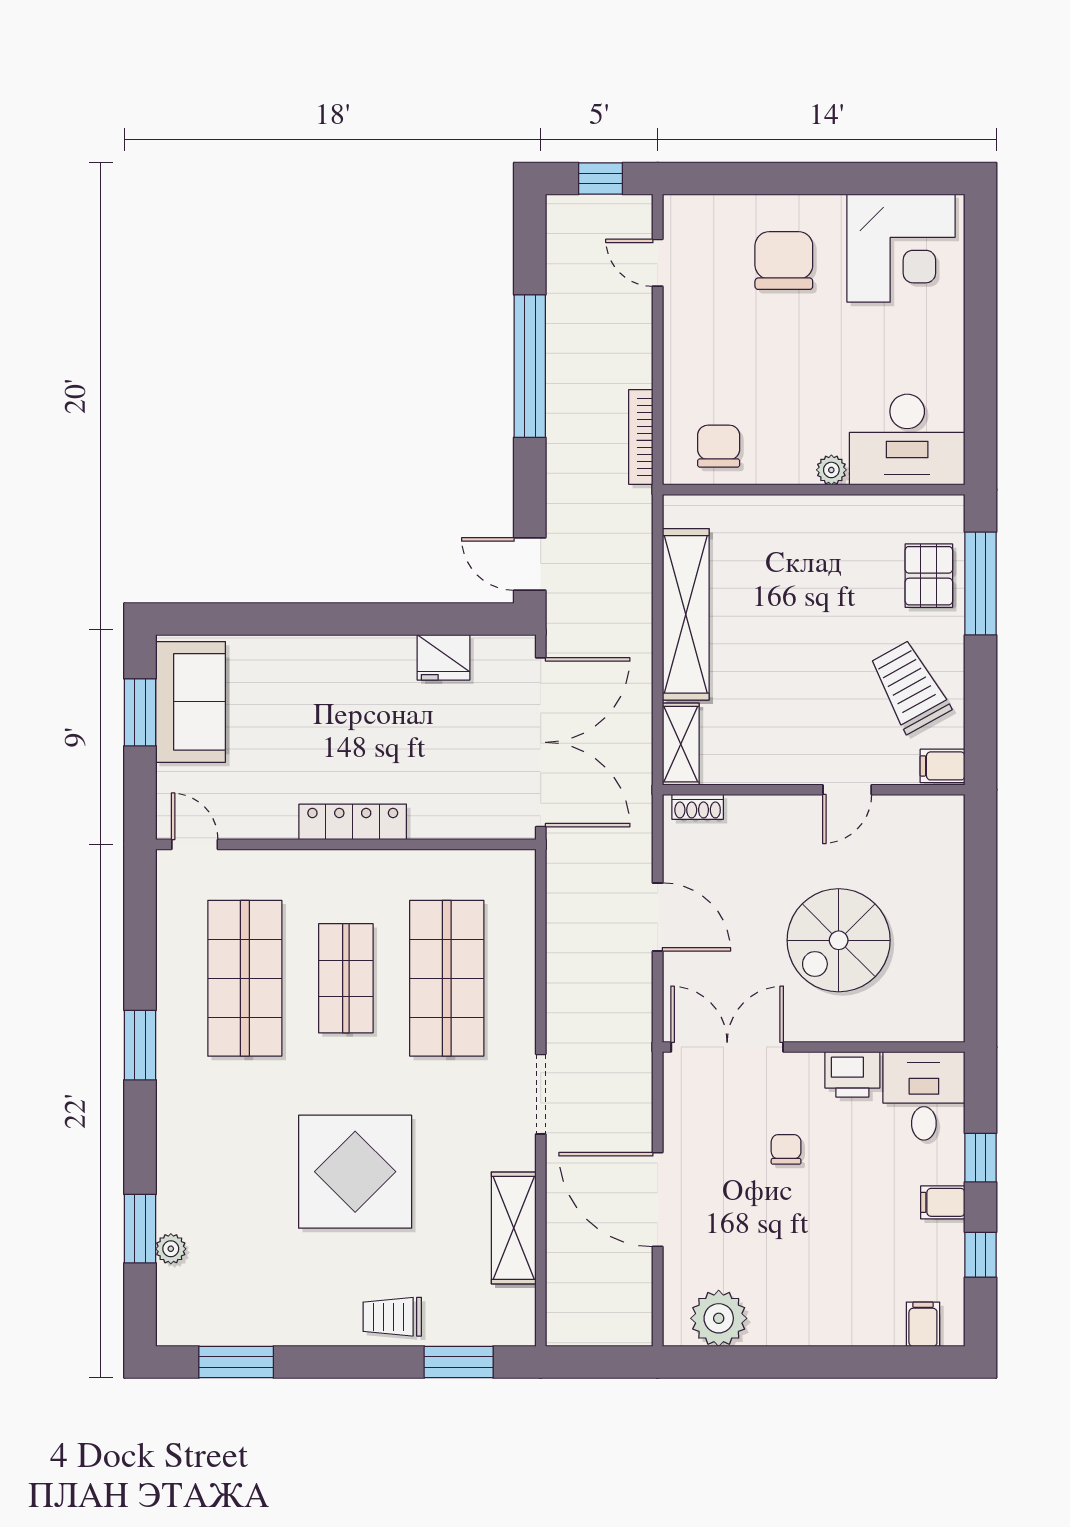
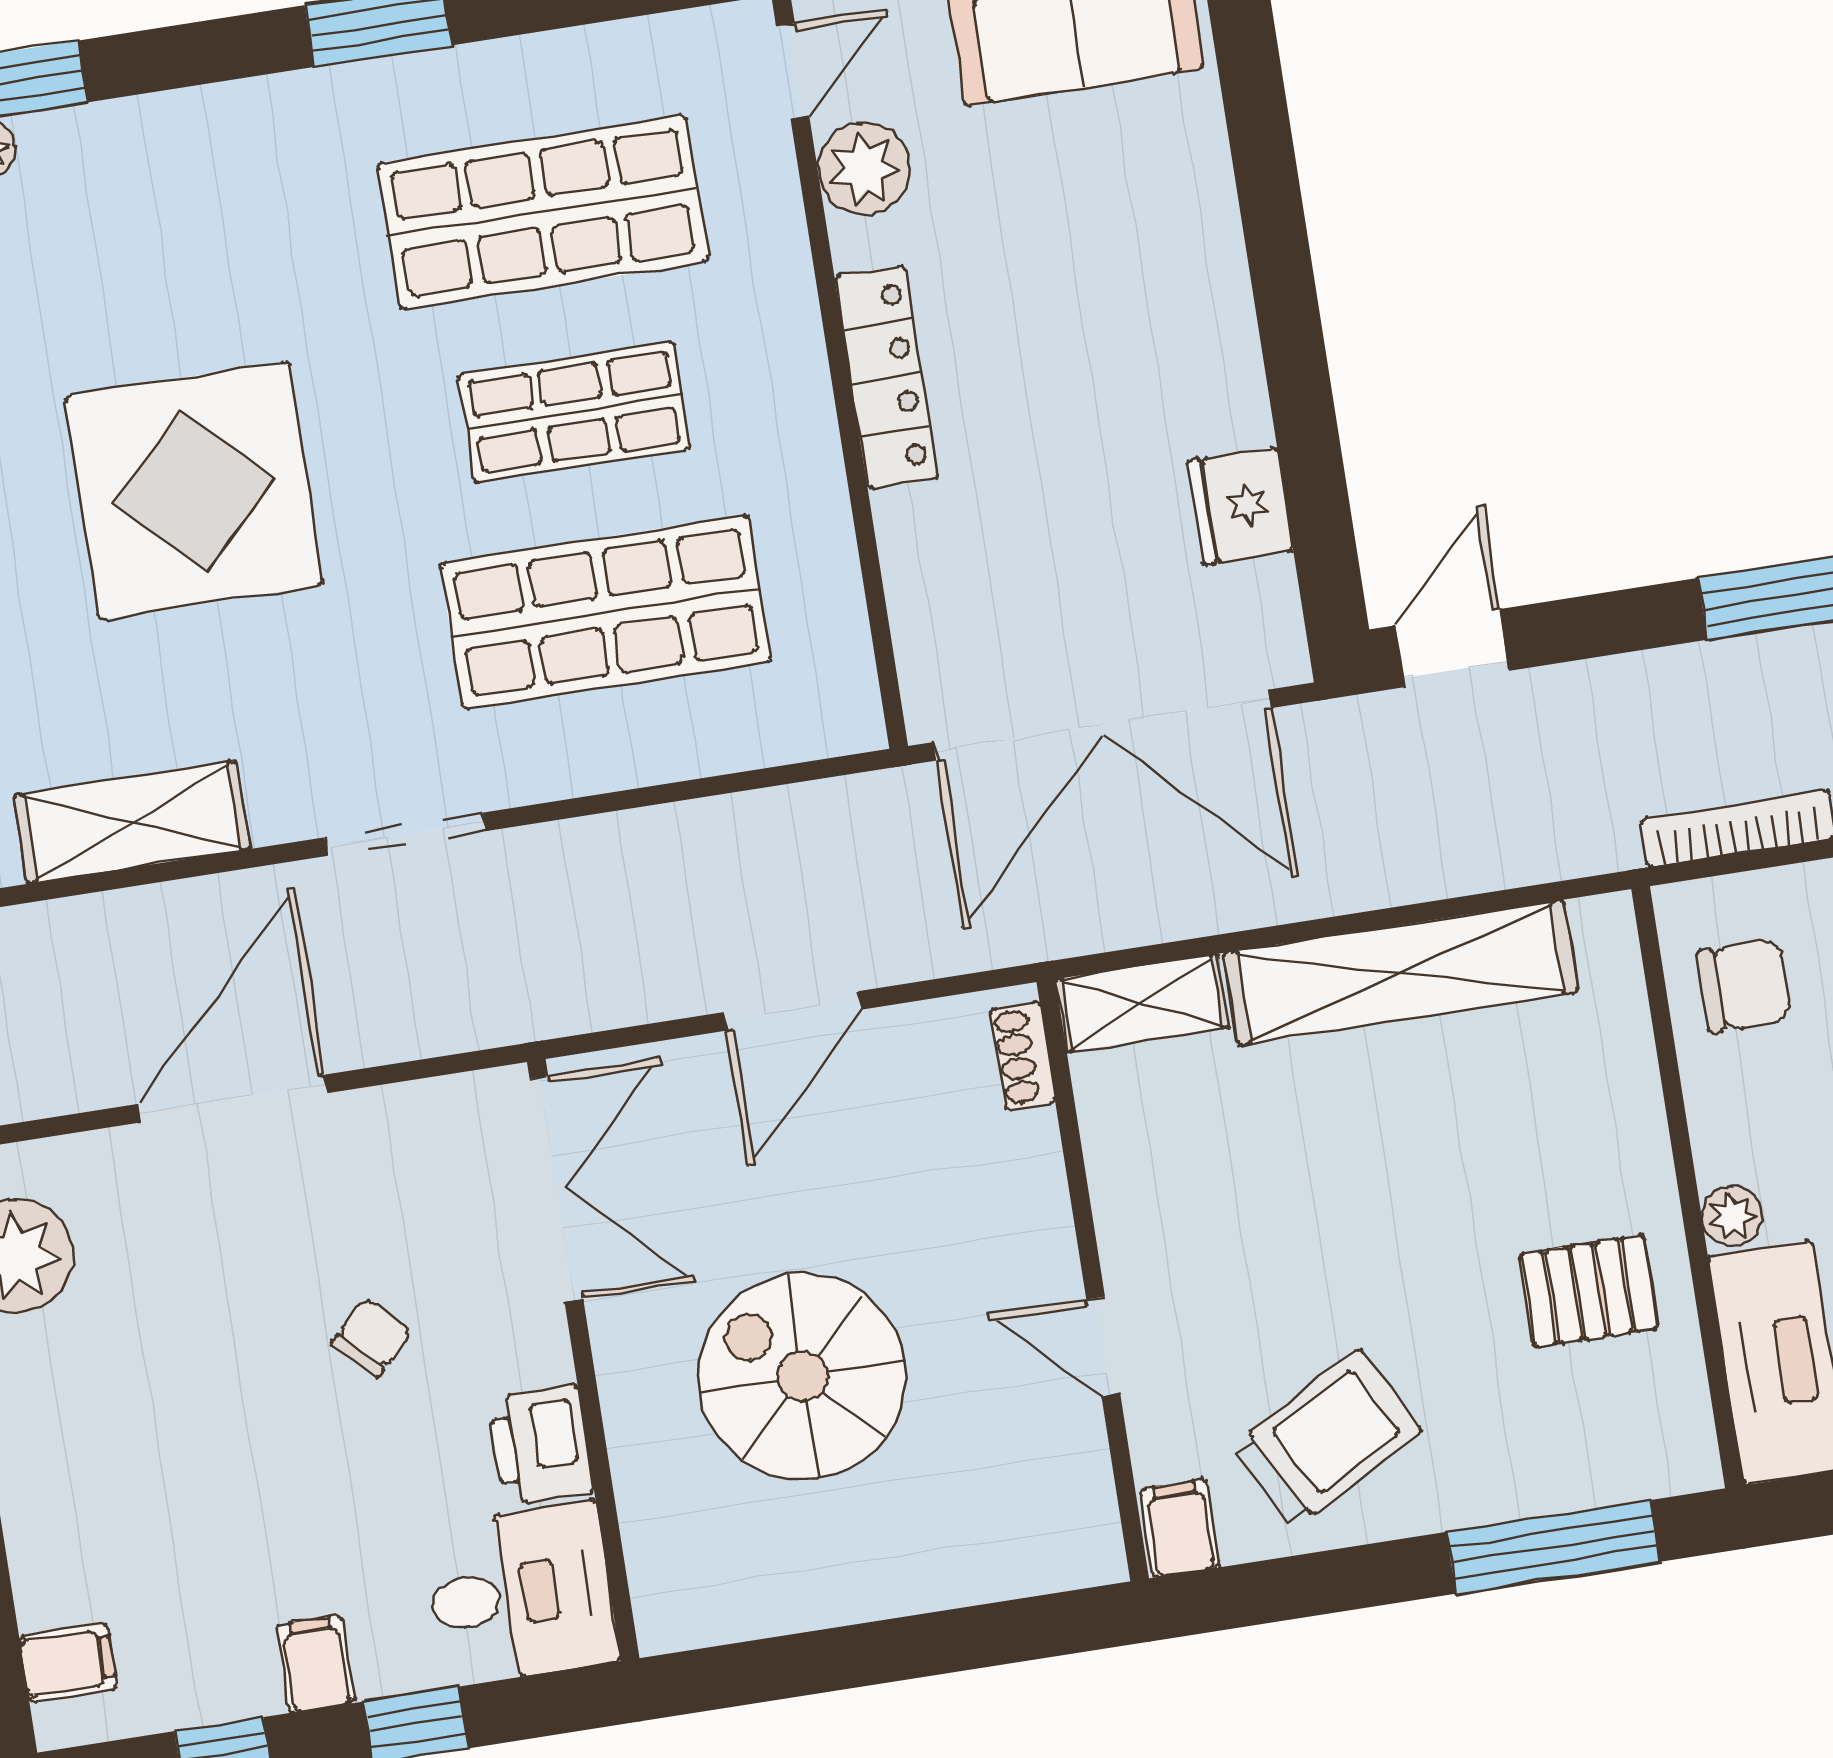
pallet: (929, 576) -> (1589, 1291), moved
plant: (248, 817) -> (864, 169), added
chair: (786, 1149) -> (372, 1337), turned -44

